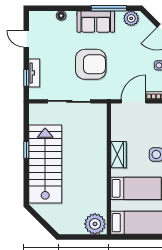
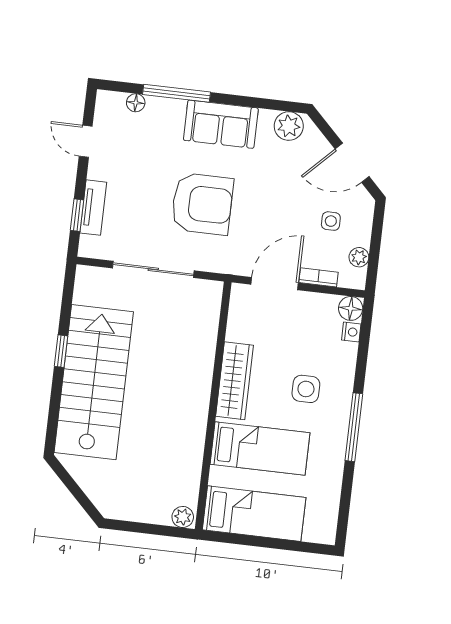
window: (109, 8) -> (177, 93), moved
floor lamp: (61, 16) -> (136, 103), moved
wardrobe: (119, 155) -> (235, 381), width x1.50
plant: (95, 224) -> (183, 517), width x0.53, depth x0.53

